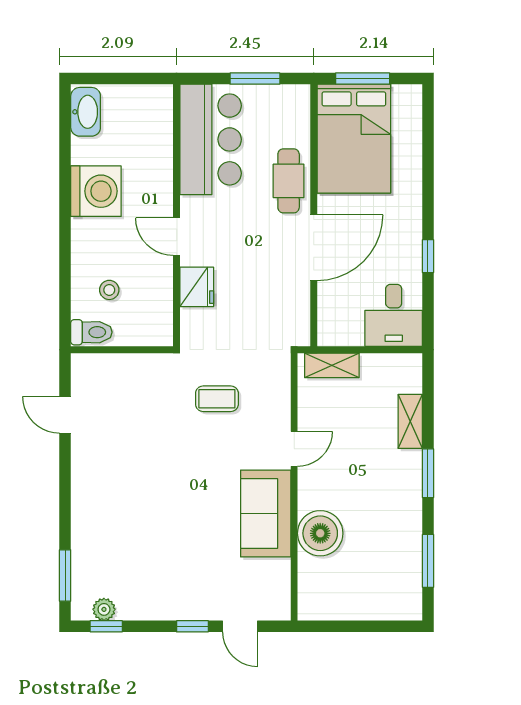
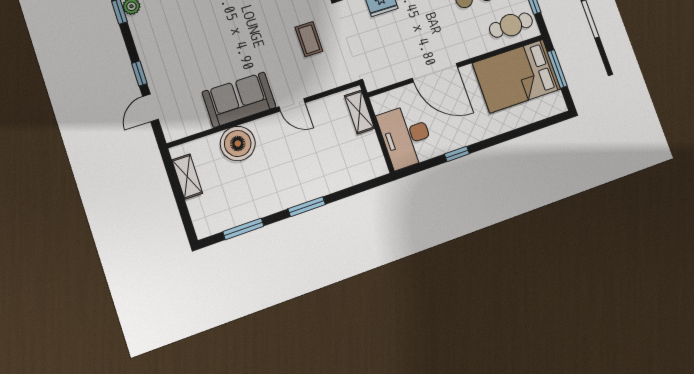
cafe table: (289, 181) -> (511, 25), moved
desk: (394, 315) -> (406, 136), width x1.37
shelving: (410, 421) -> (187, 177), moved, turned 90

